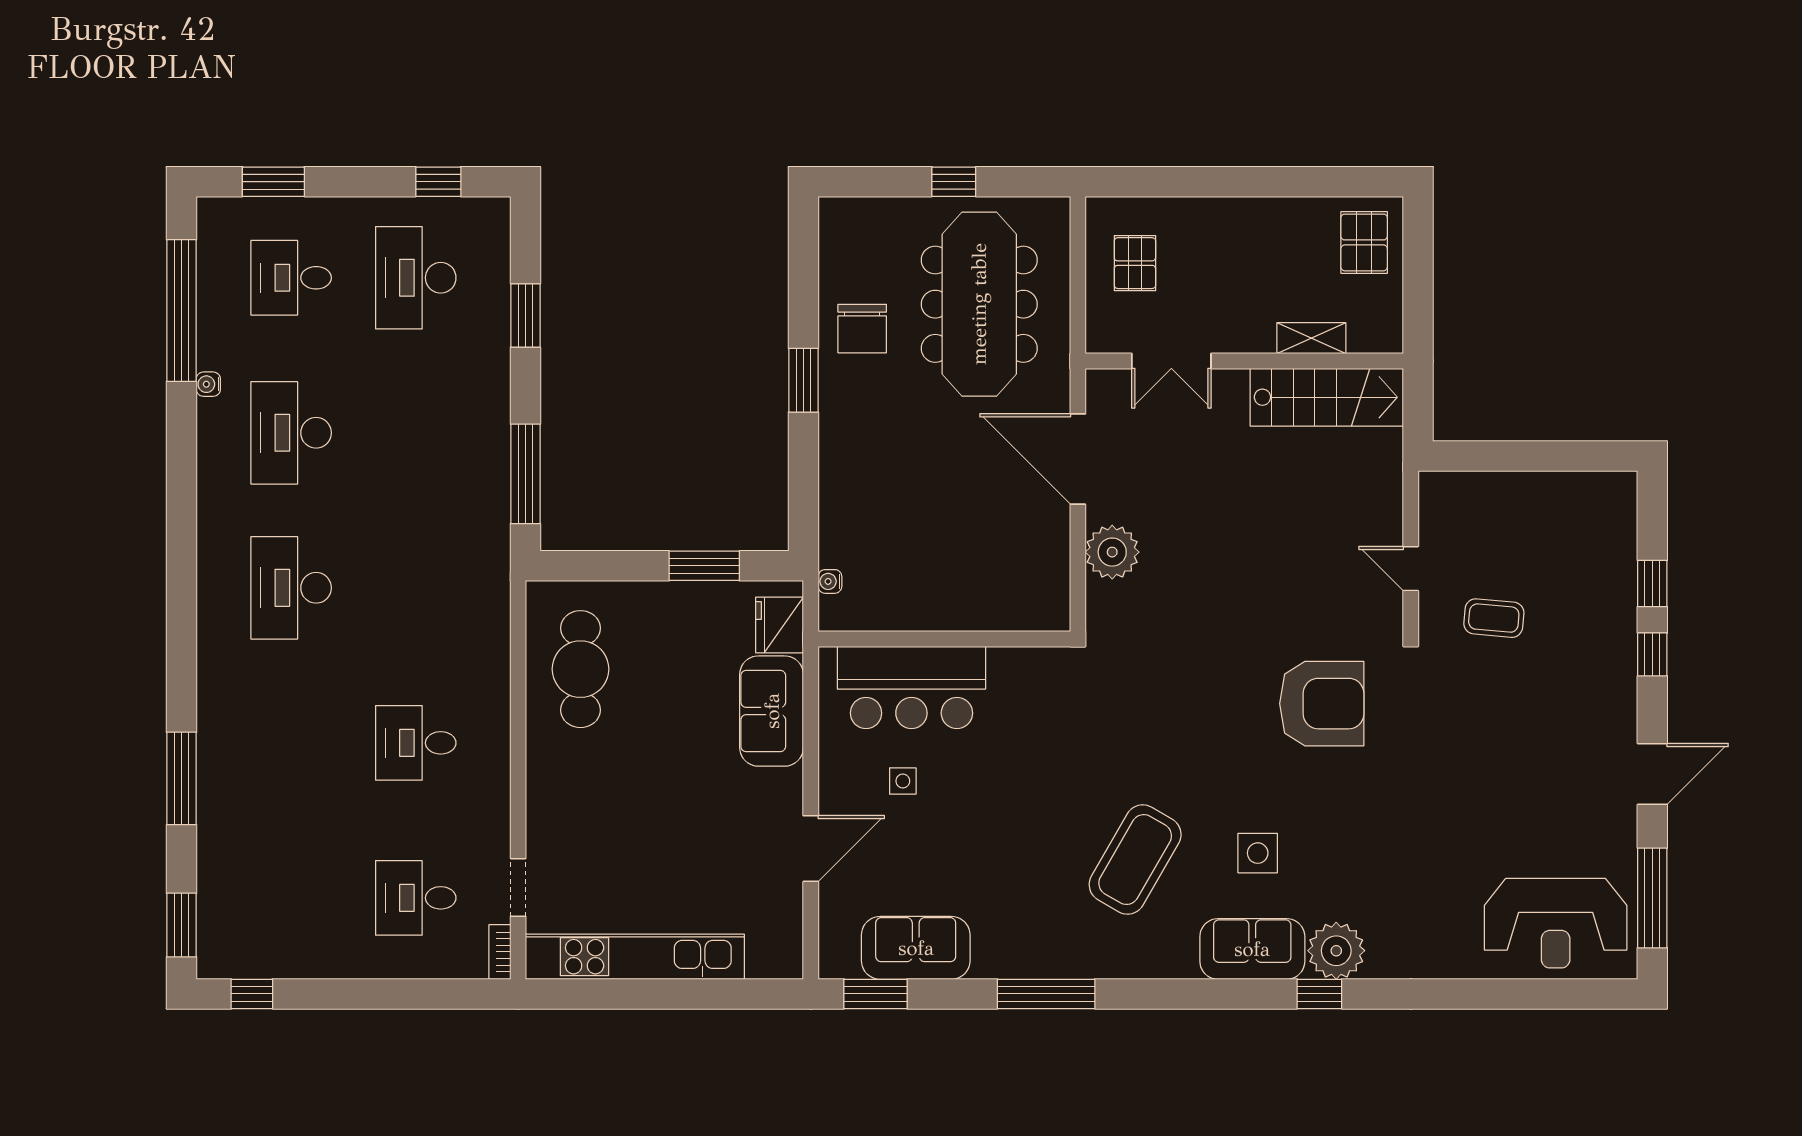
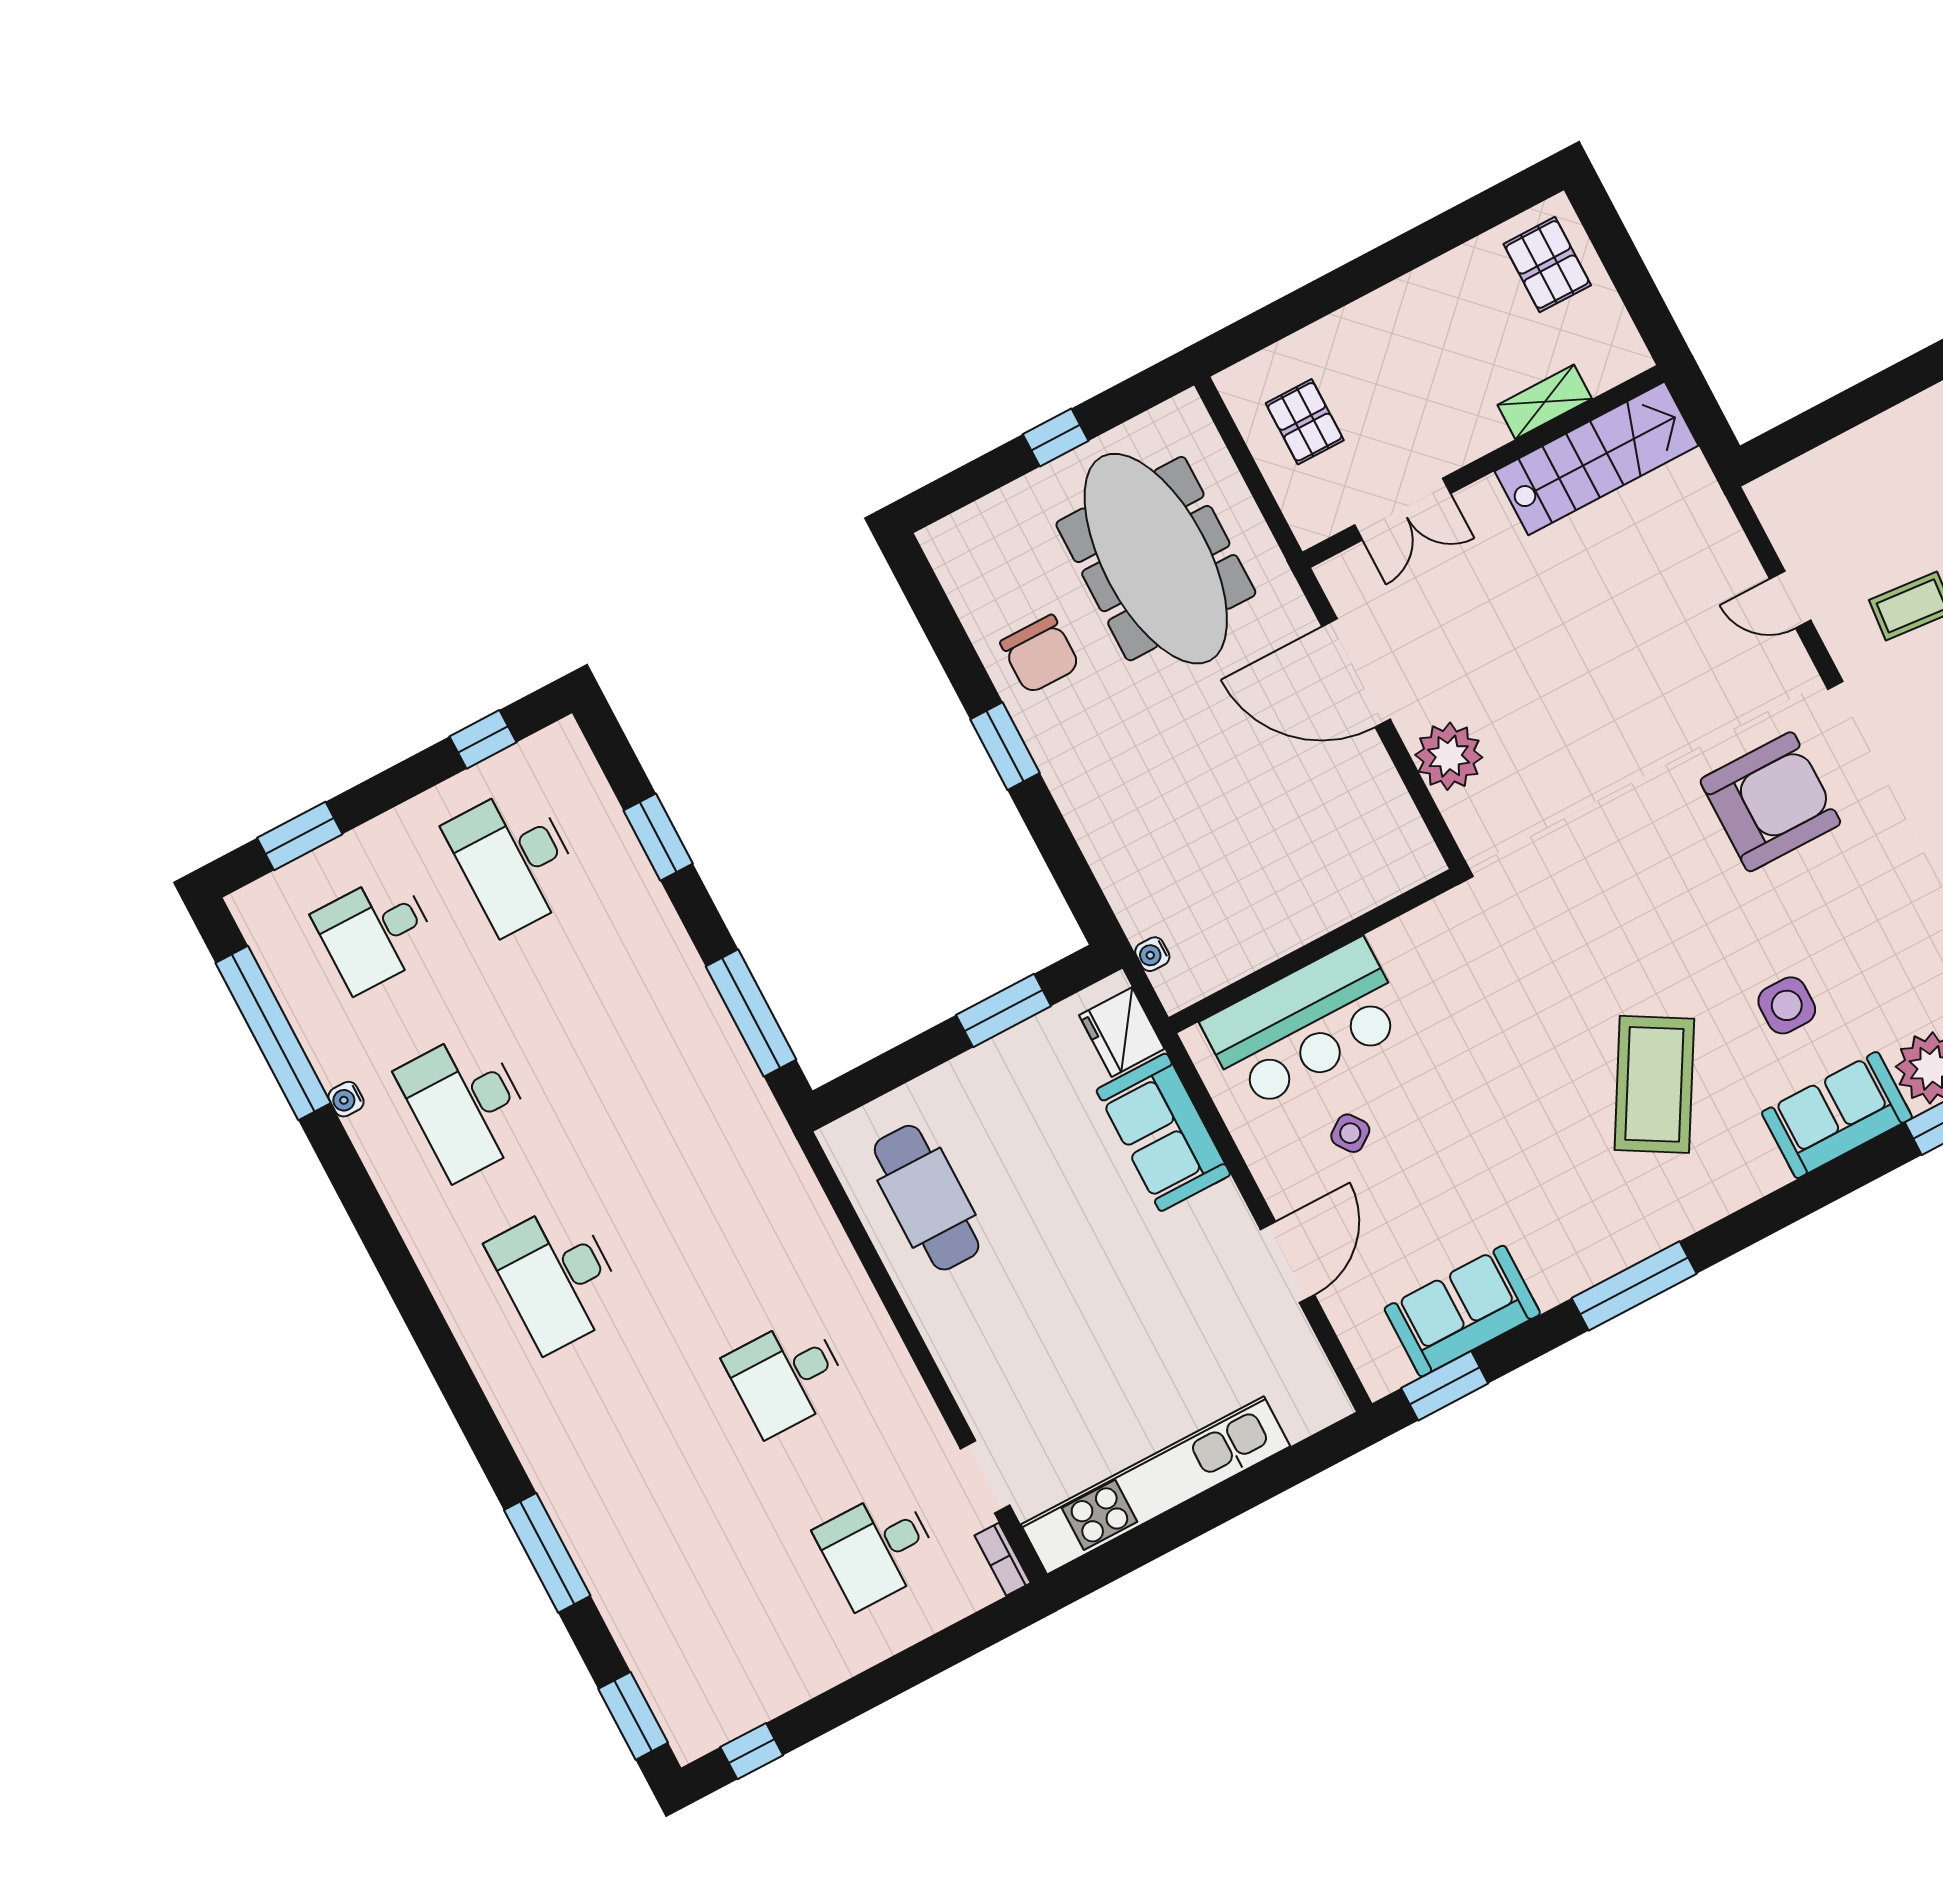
side table: (903, 781) -> (1350, 1133), turned -36

